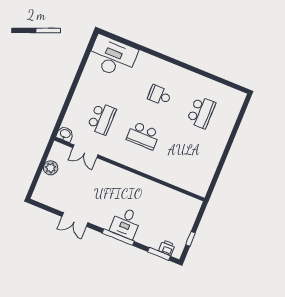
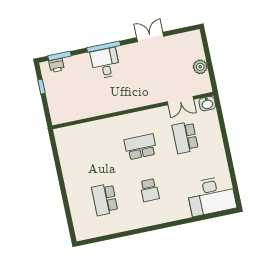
school desk: (160, 95) -> (149, 190), turned 90
double door: (85, 151) -> (180, 101), swing flipped

